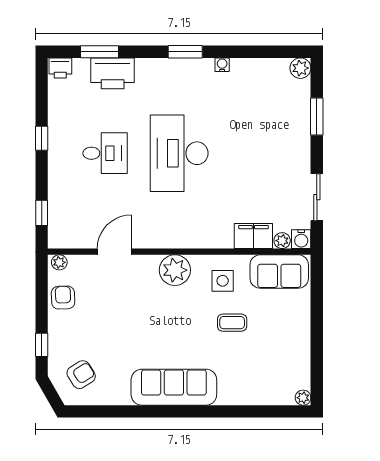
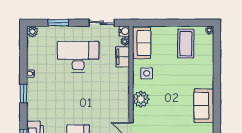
desk: (179, 153) -> (78, 57), moved, turned 180
coffee table: (232, 323) -> (186, 44), moved, width x1.86, depth x1.72
sofa: (174, 387) -> (204, 106), width x0.73

